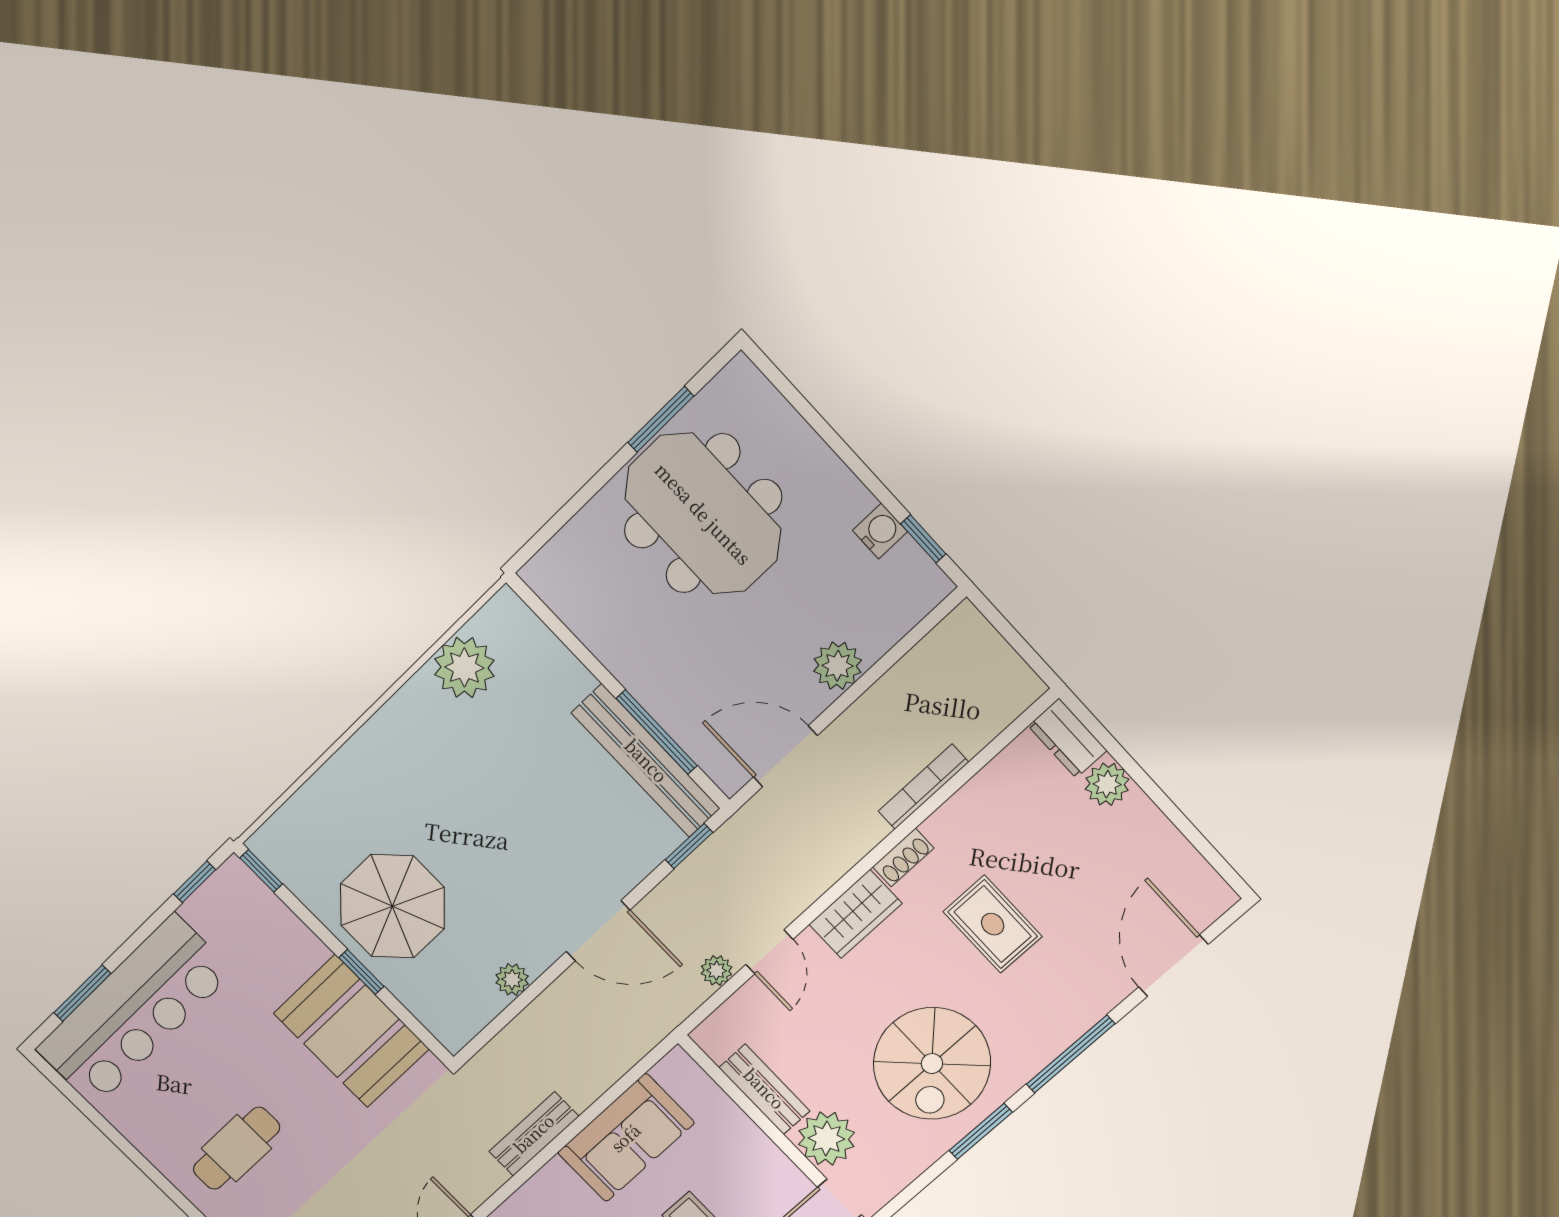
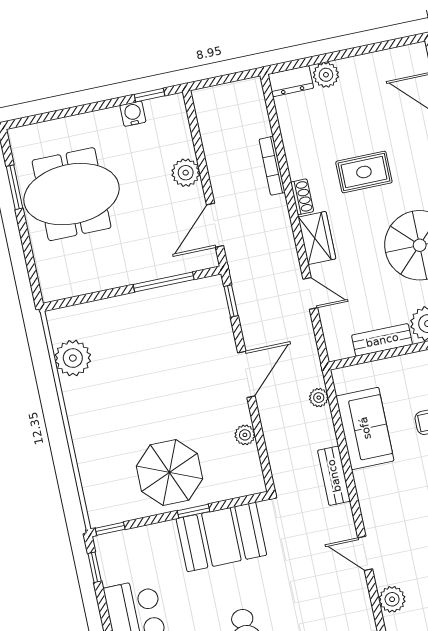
bench: (646, 761) -> (175, 296), removed
plant: (716, 970) -> (319, 398), moved

